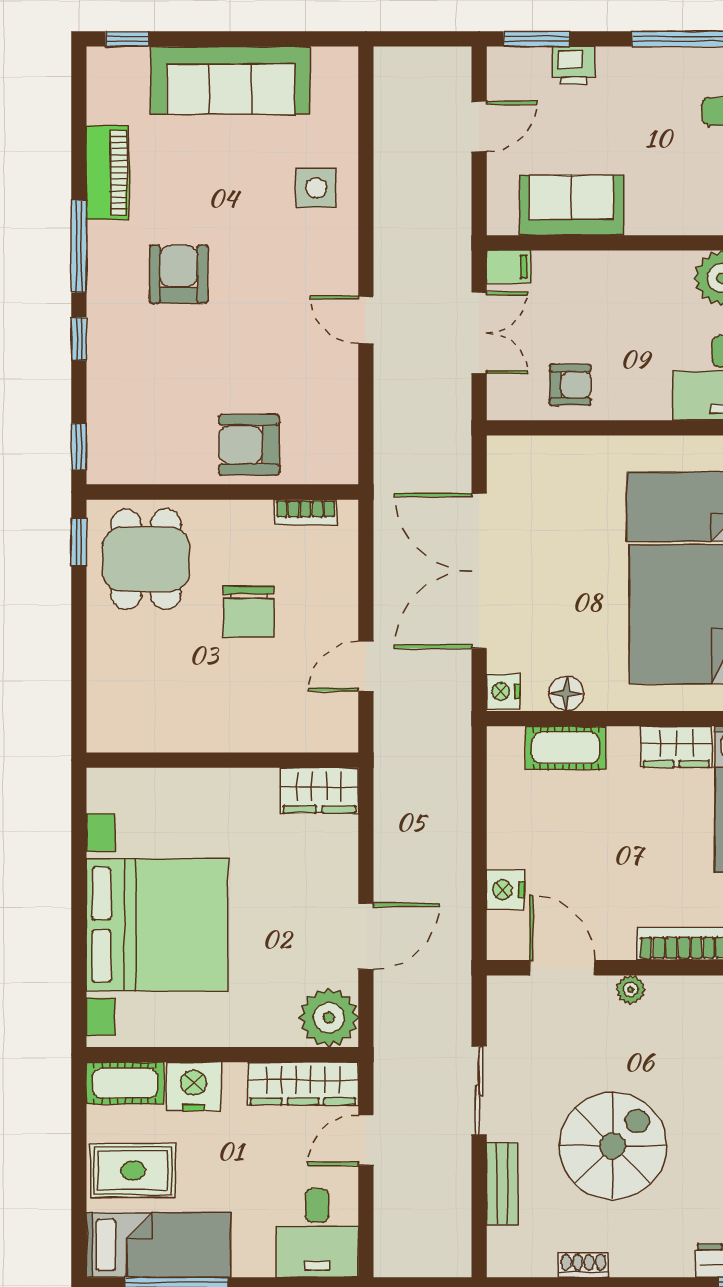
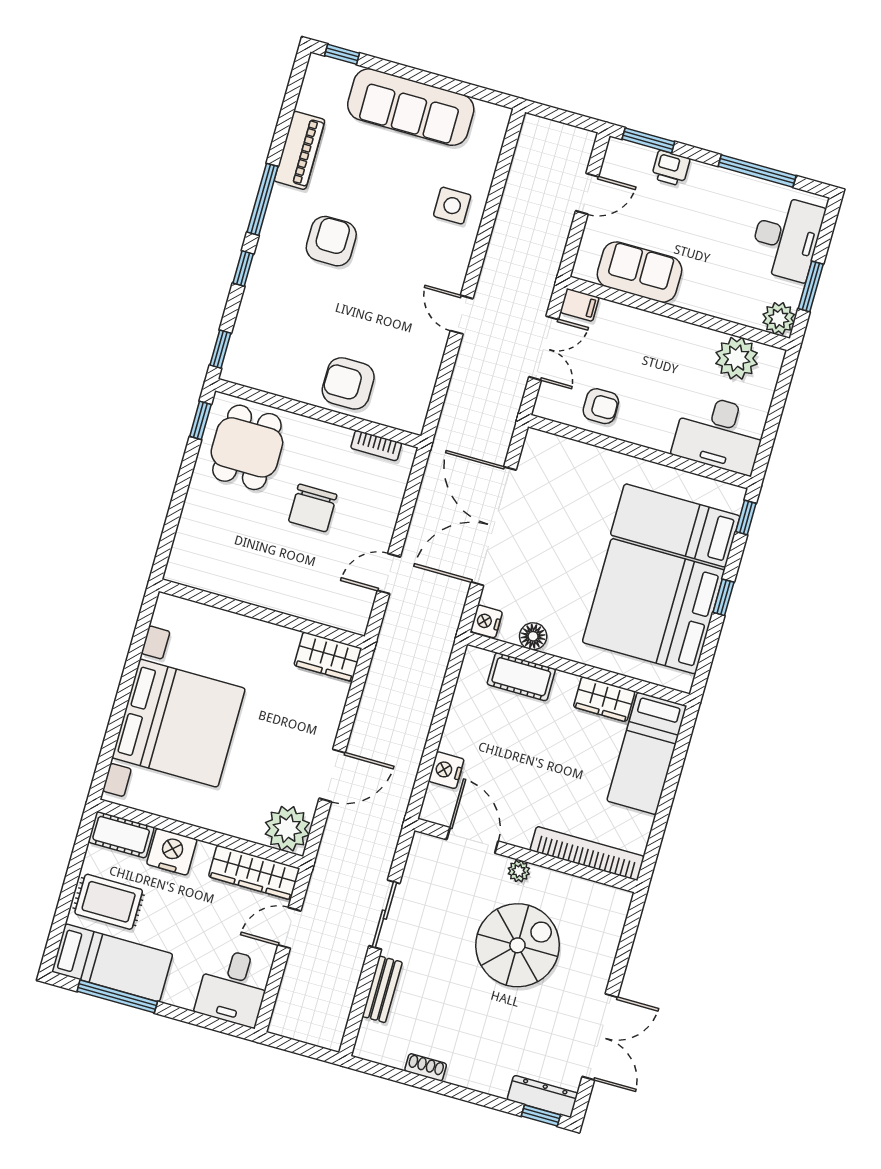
spiral stairs: (613, 1146) -> (517, 945), moved

